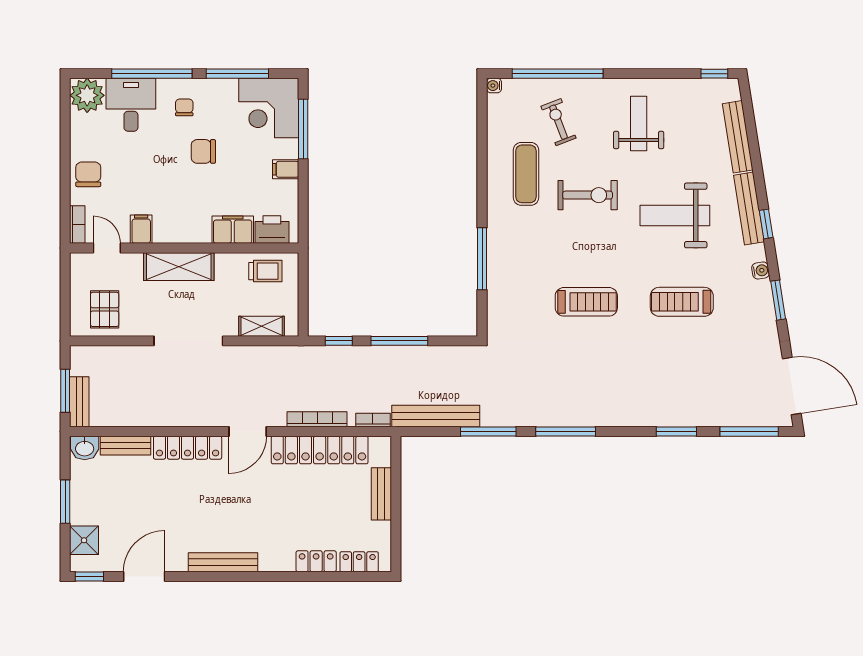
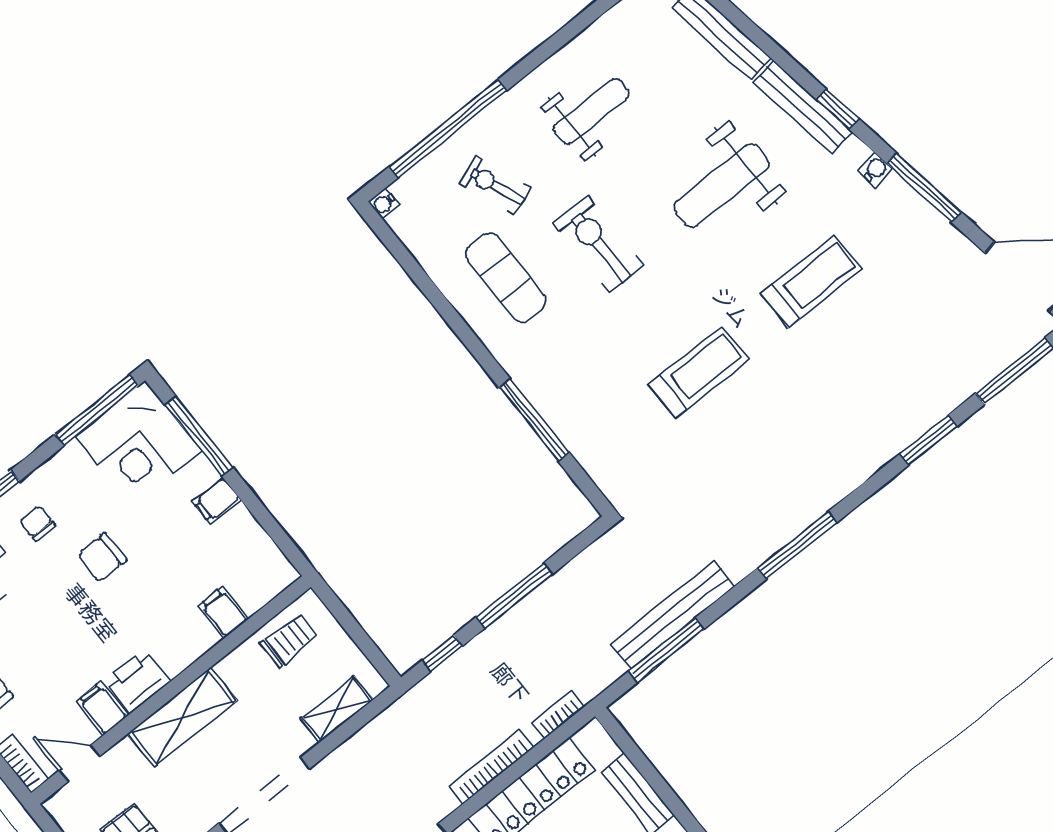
window: (237, 74) -> (97, 410), moved
weight bench: (639, 124) -> (591, 111), turned 90
exercise bike: (588, 195) -> (599, 244), turned -90
filing cabinet: (233, 230) -> (223, 612), width x0.50
printer: (272, 230) -> (137, 681), moved
window: (778, 300) -> (924, 188), width x1.44
treadmill: (682, 302) -> (812, 281), turned 180
bench: (436, 416) -> (673, 615), moved
window: (488, 432) -> (666, 650), moved

